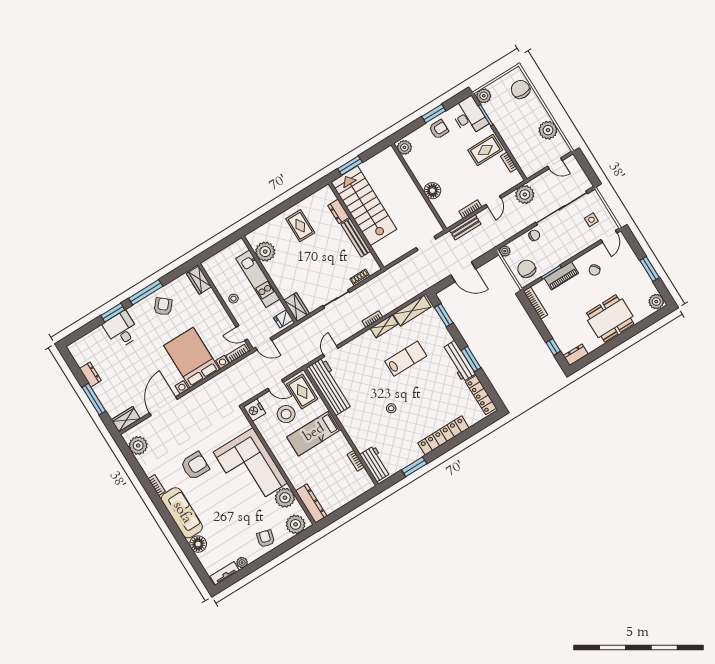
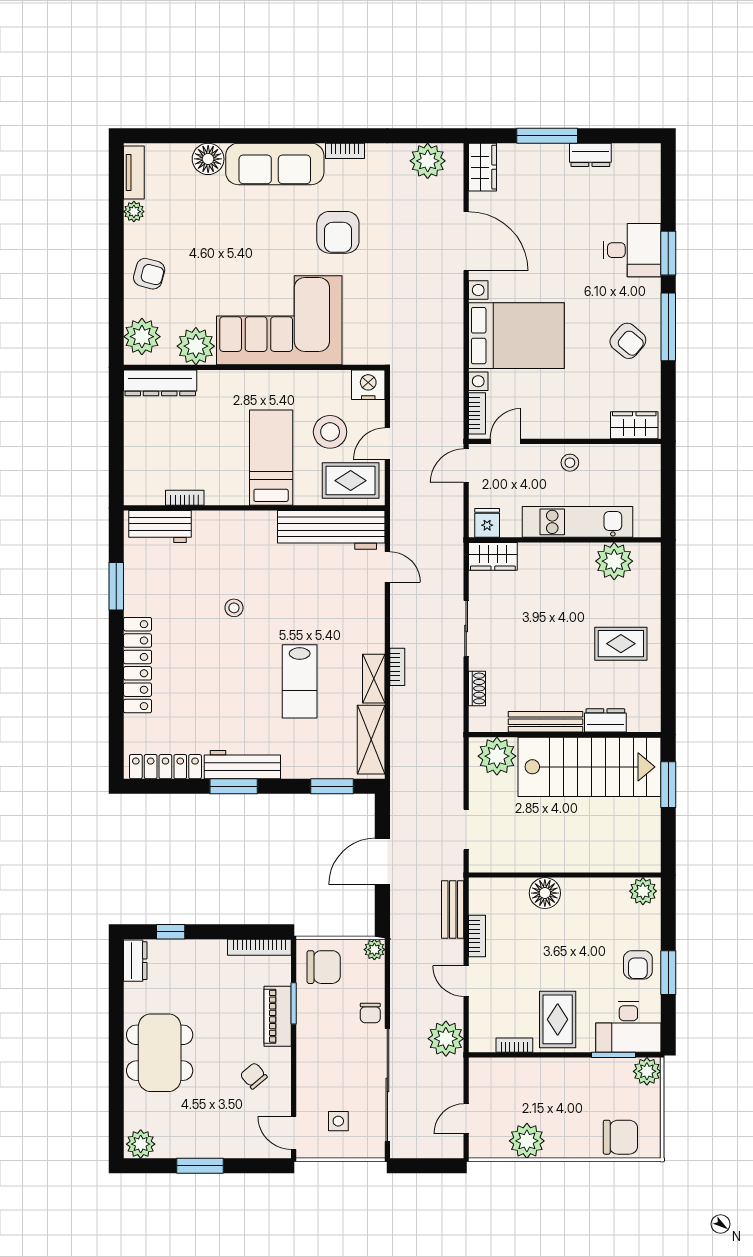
plant: (385, 250) -> (497, 756), added

